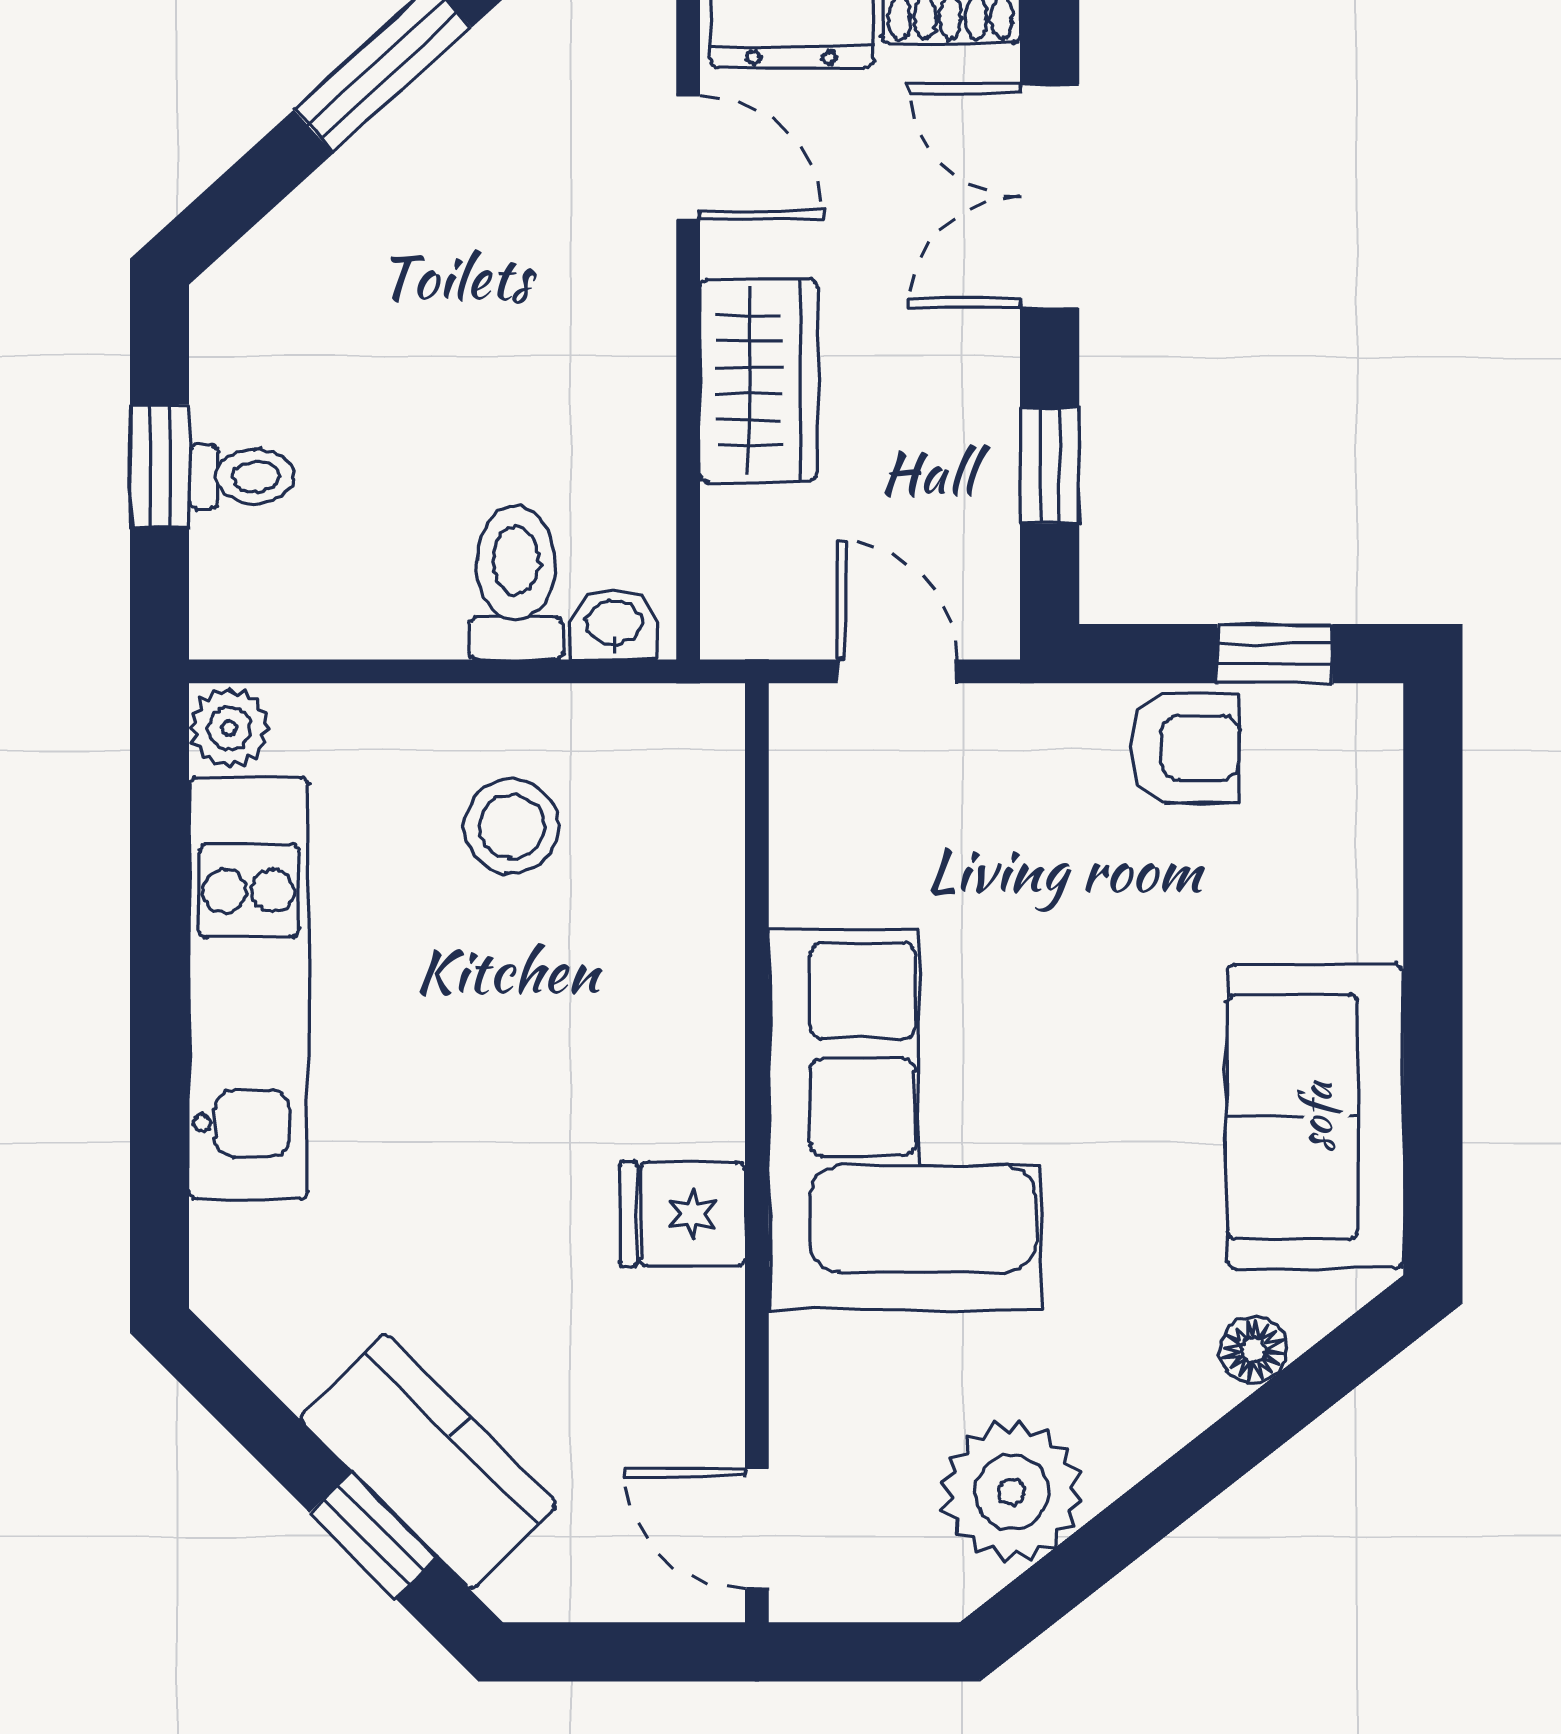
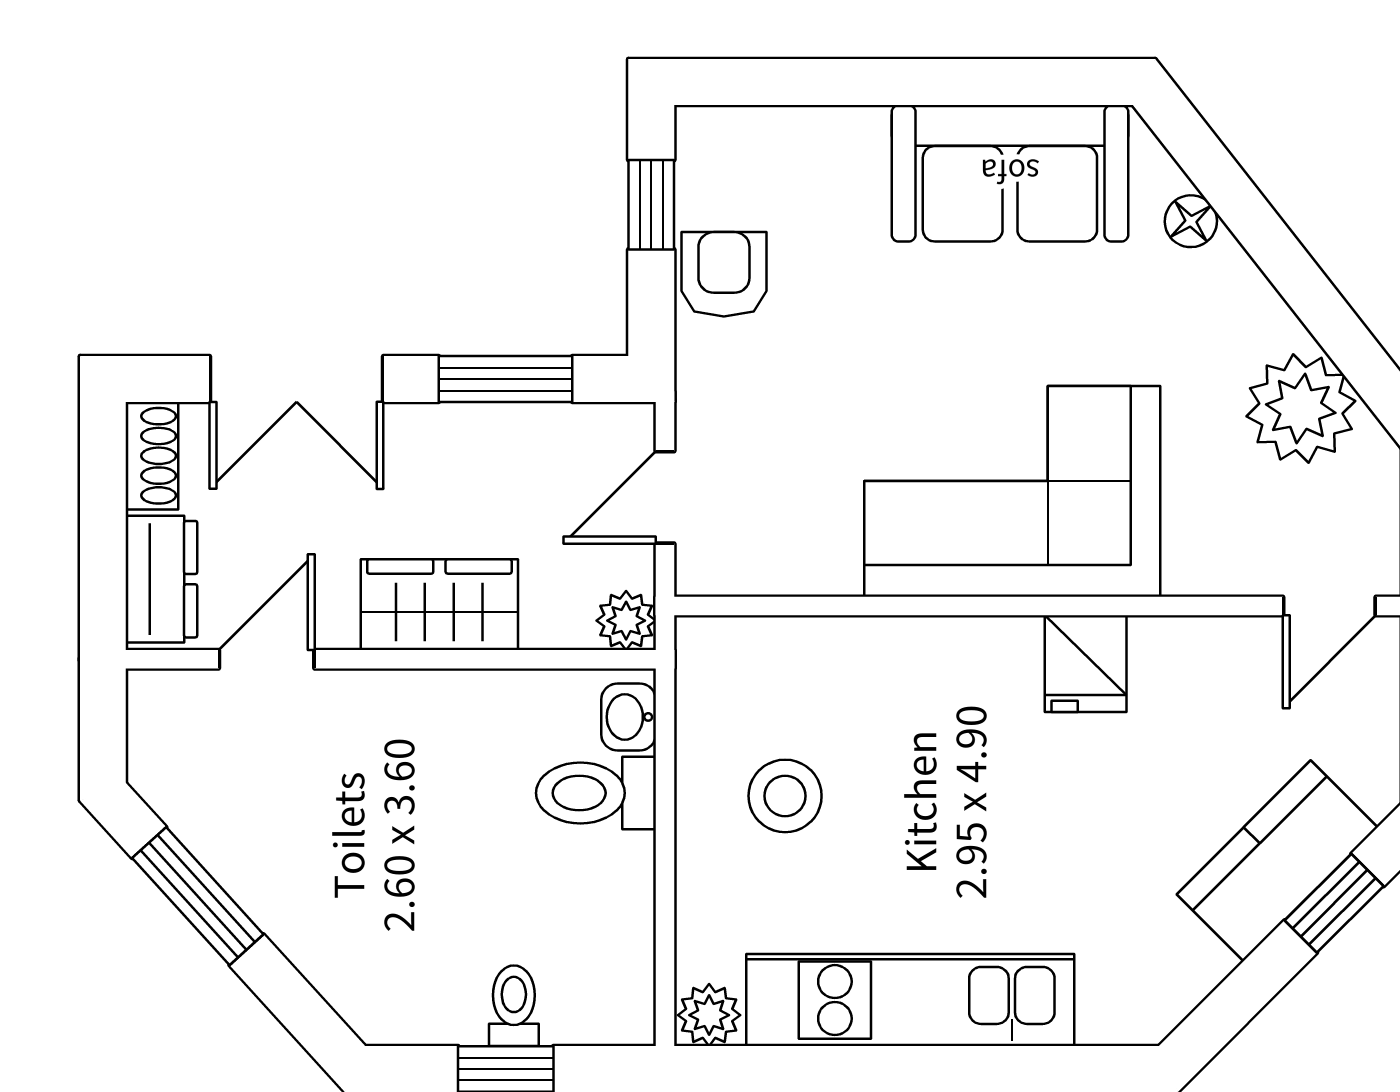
window: (1050, 466) -> (505, 379), width x1.50
plant: (738, 621) -> (626, 621), added

